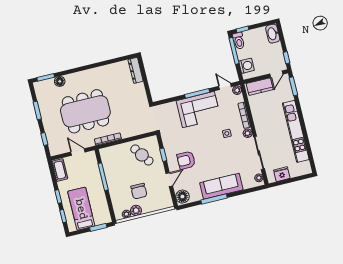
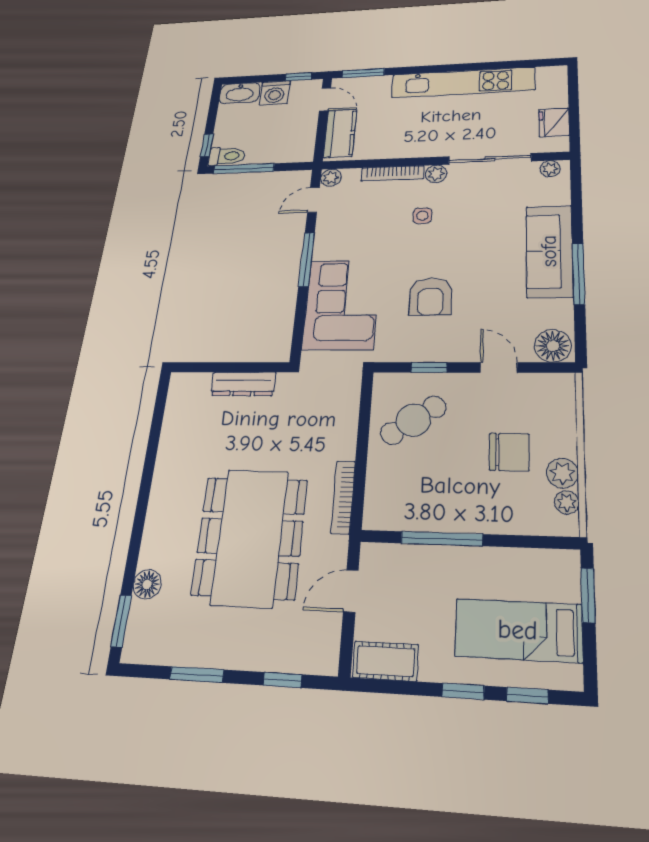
washing machine: (247, 66) -> (275, 93), moved, turned 180
dresser: (136, 70) -> (243, 384), moved
corner sofa: (198, 110) -> (341, 304), moved
armchair: (186, 160) -> (431, 297), moved

